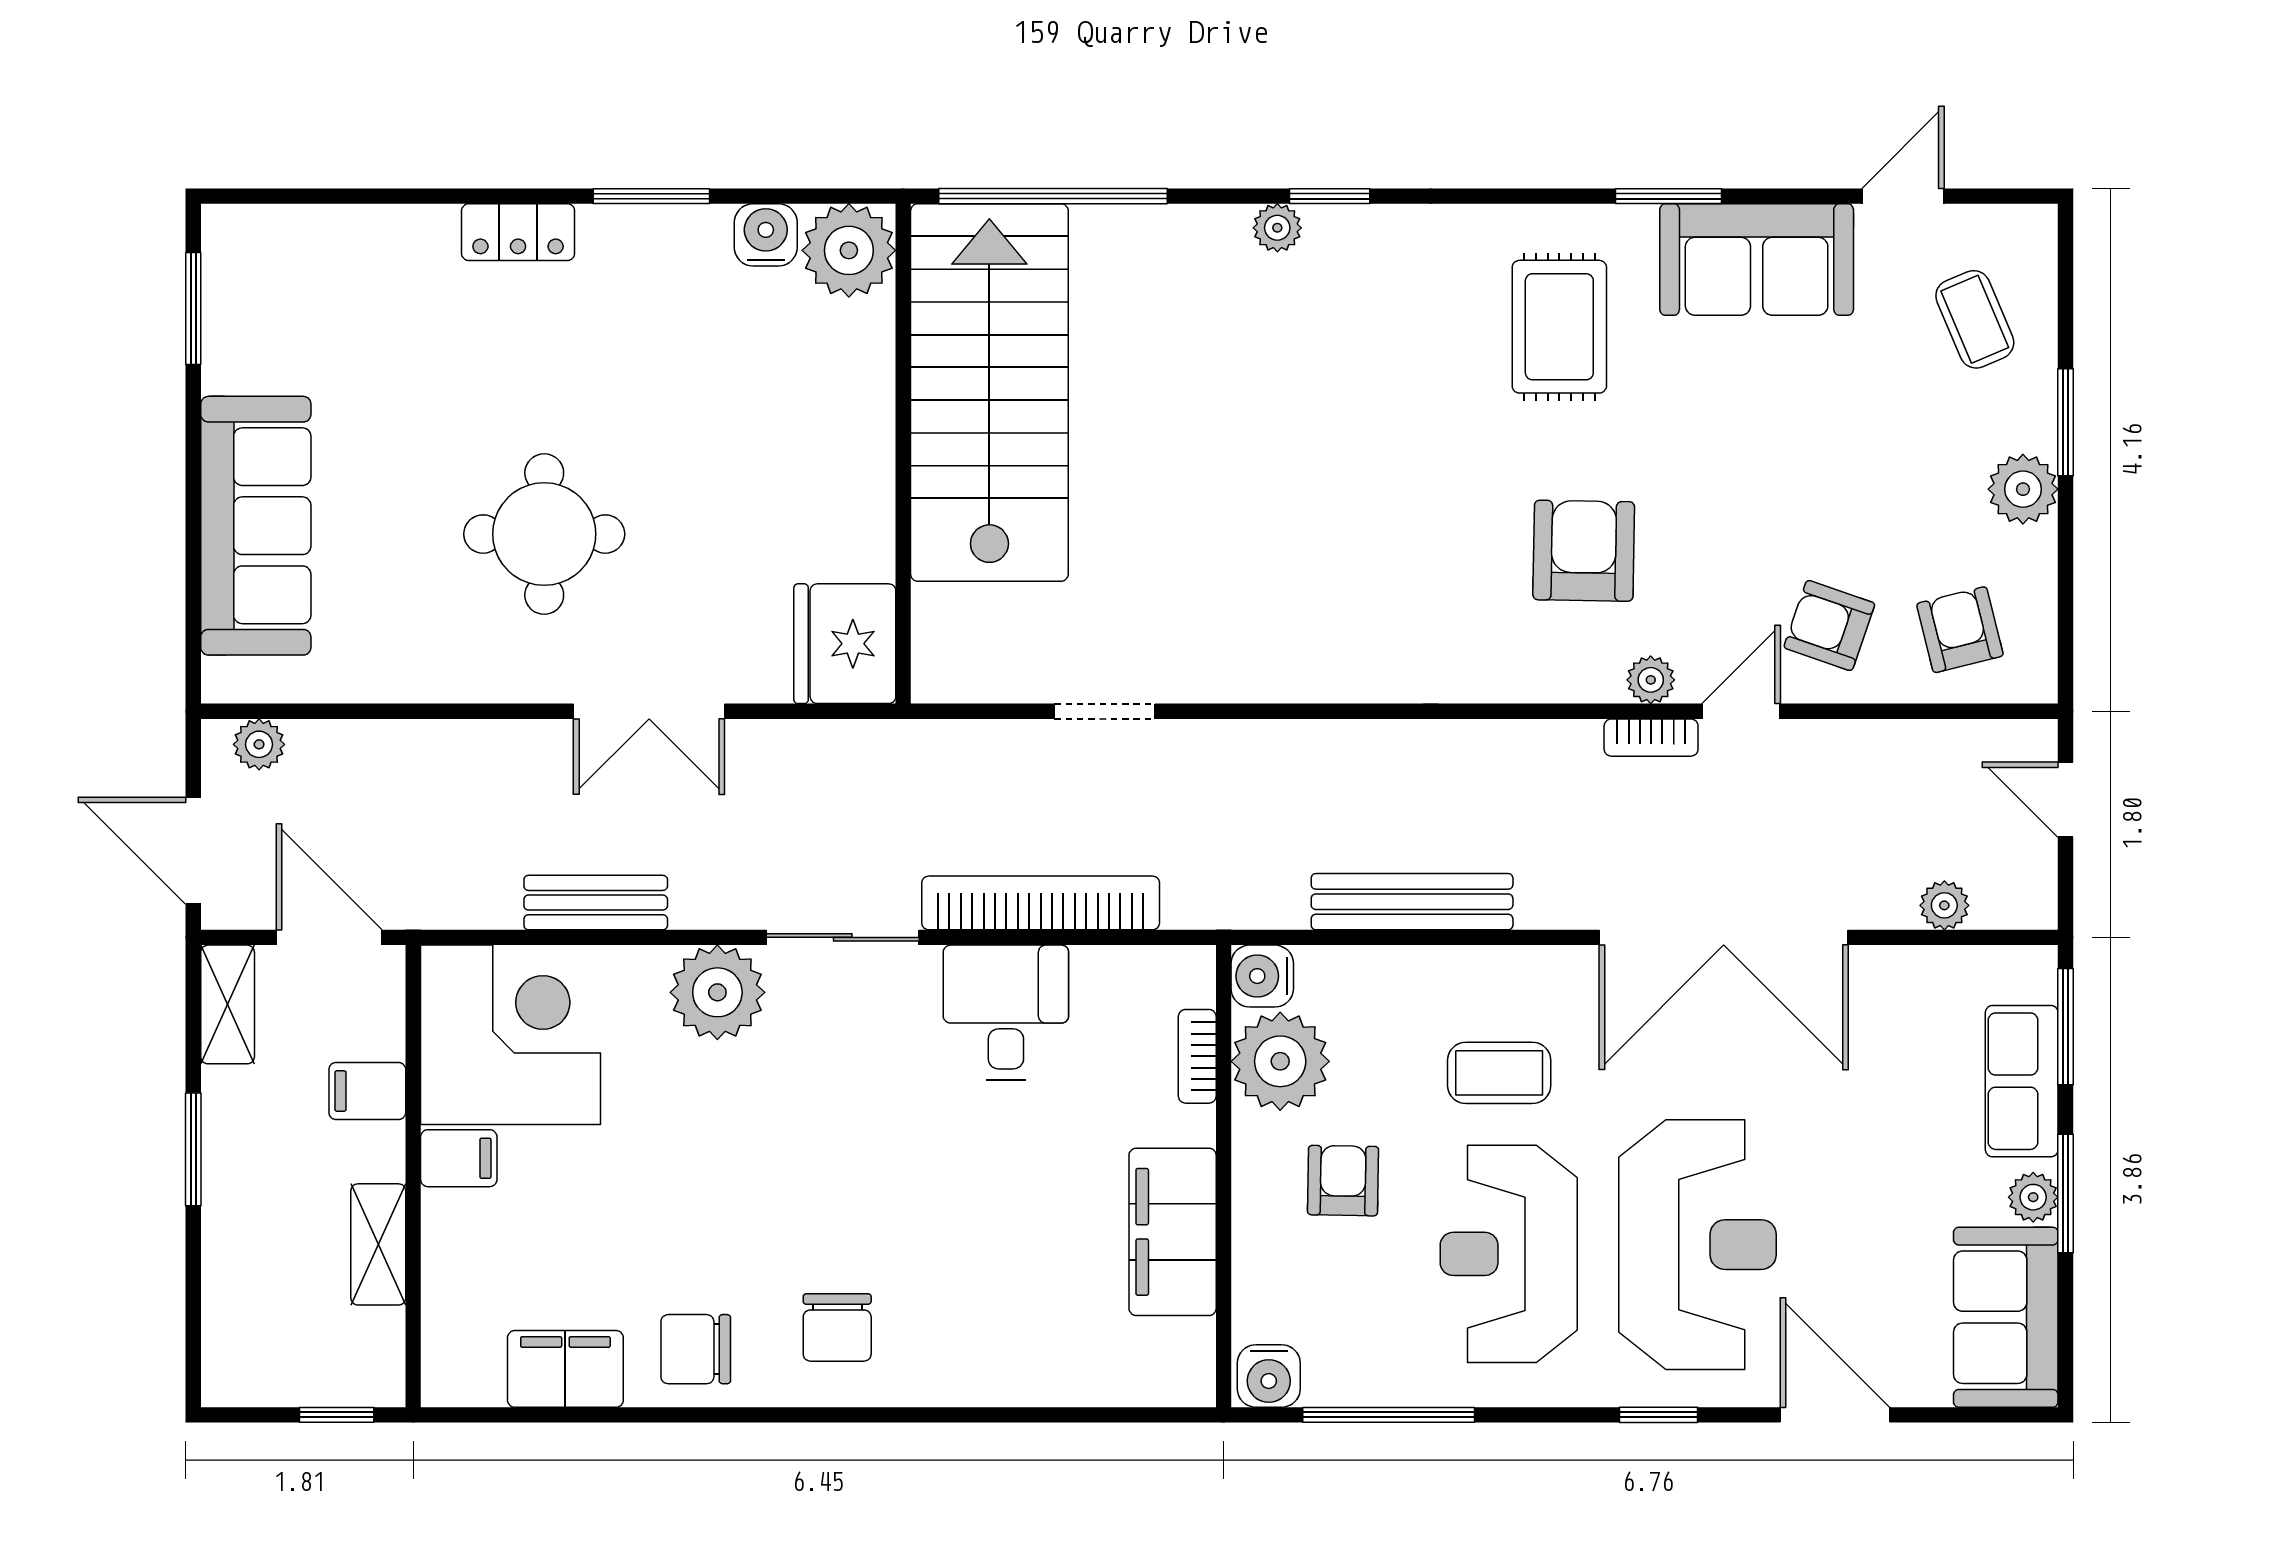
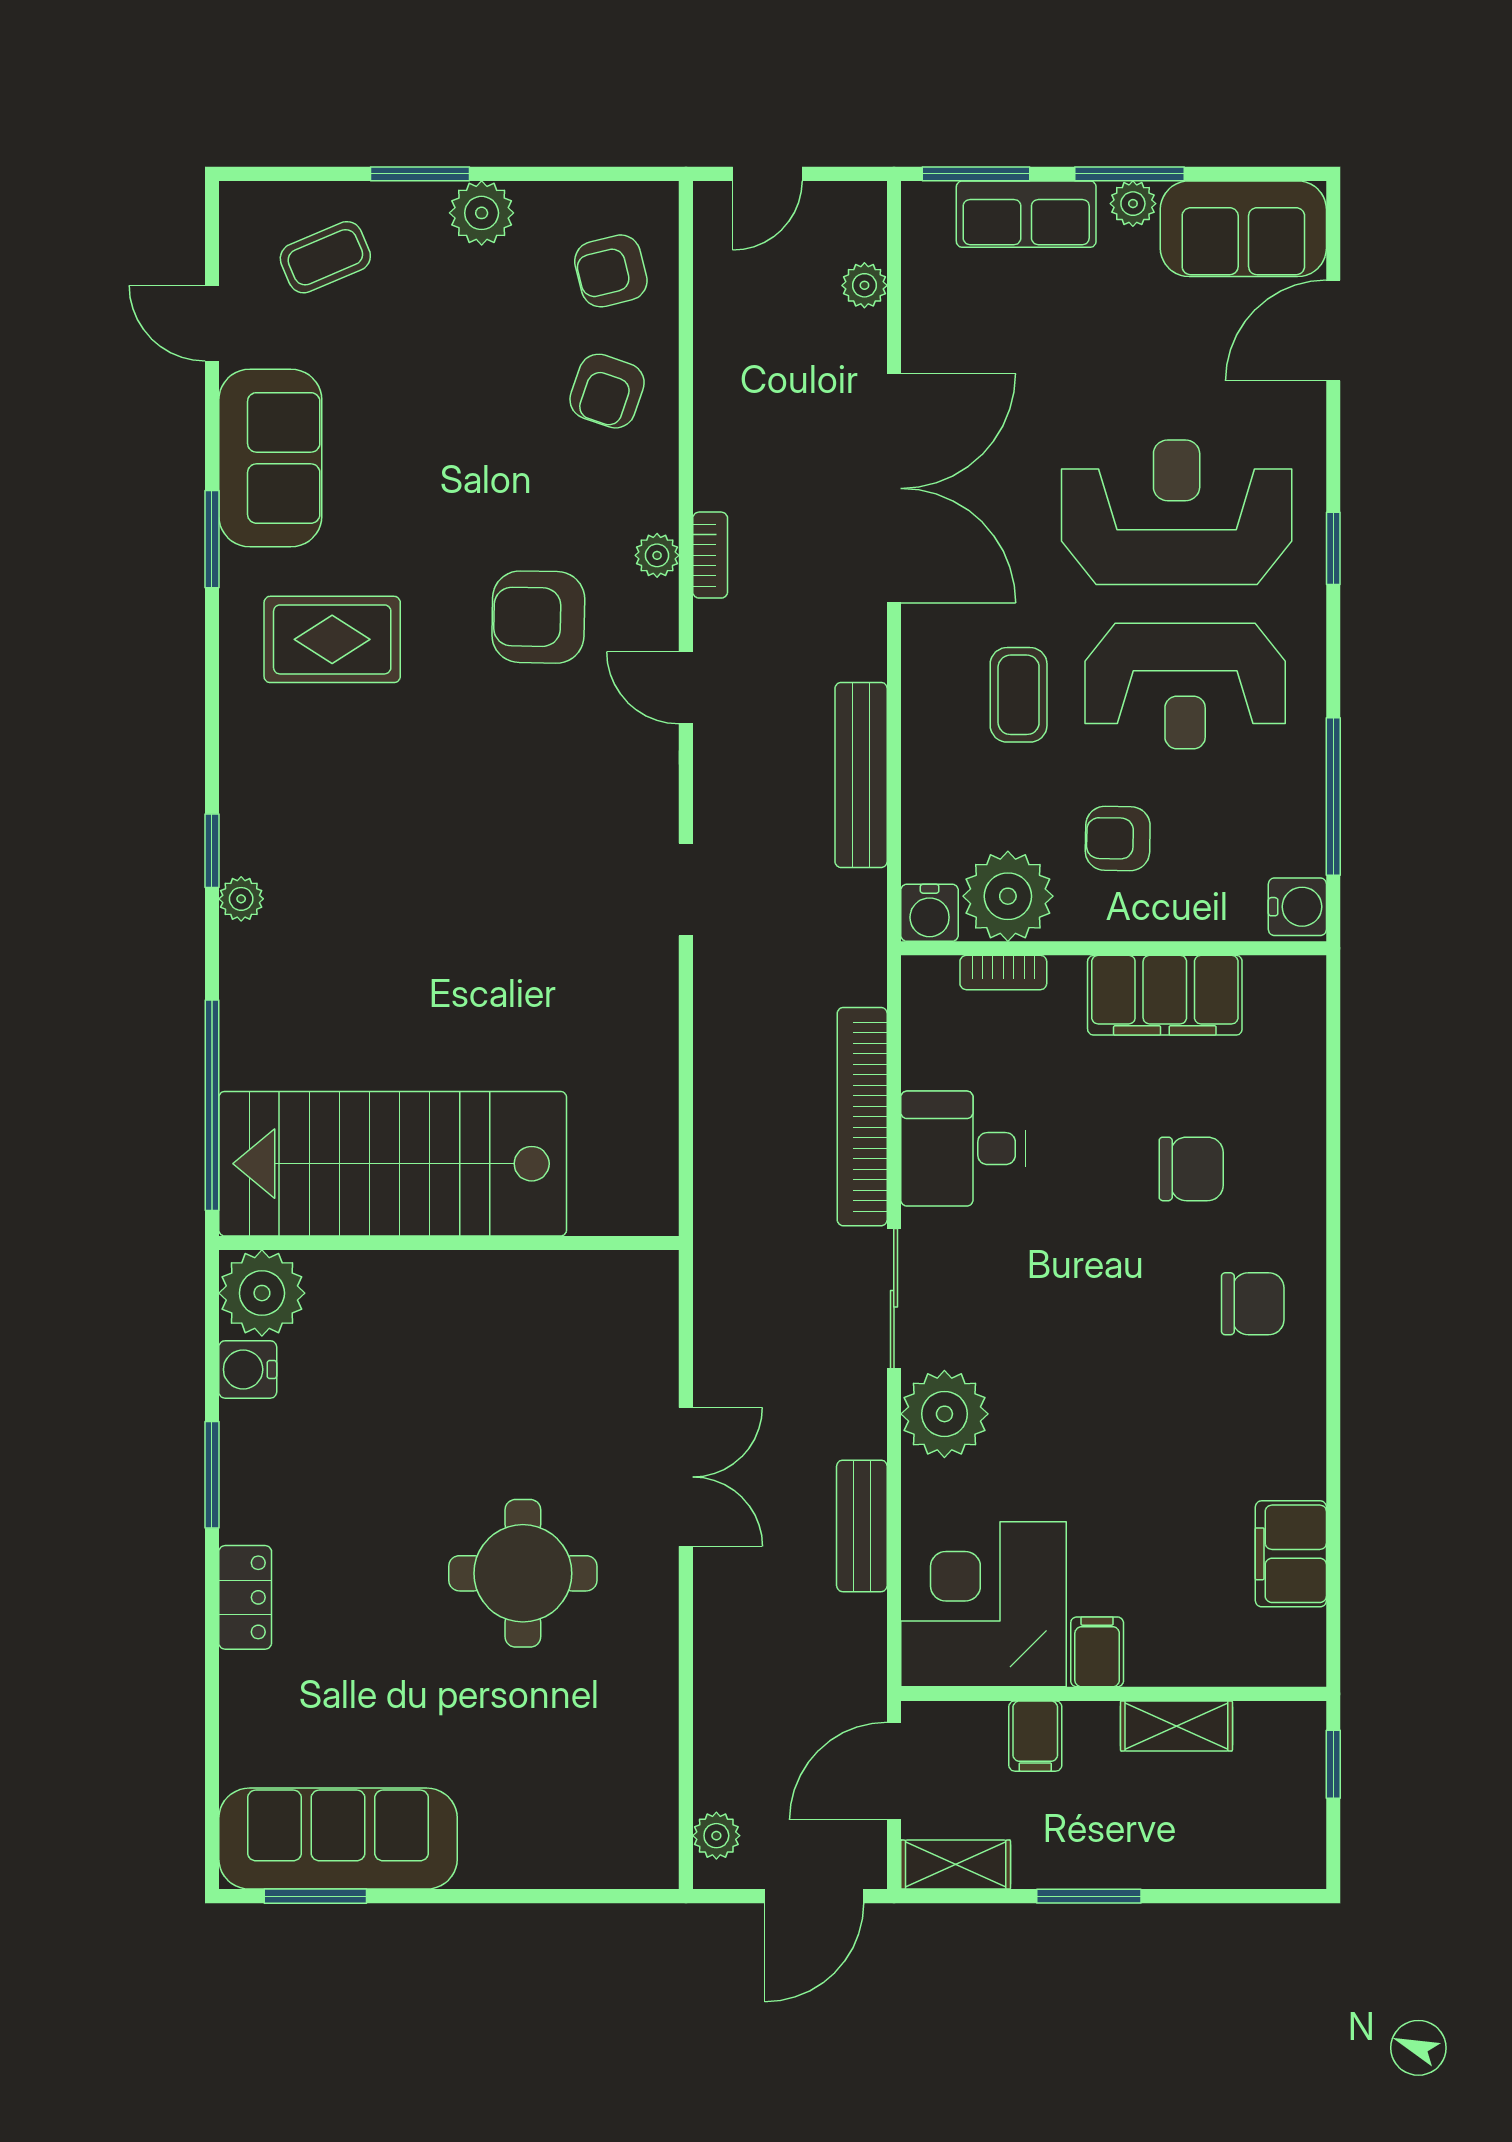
sofa: (256, 526) -> (338, 1839), moved
fridge: (845, 644) -> (624, 1297), removed
doorway: (1105, 711) -> (686, 890), moved
door: (1741, 711) -> (686, 688), moved
chair: (696, 1349) -> (1191, 1169), moved, turned -90
door: (1835, 1415) -> (1333, 330), moved

